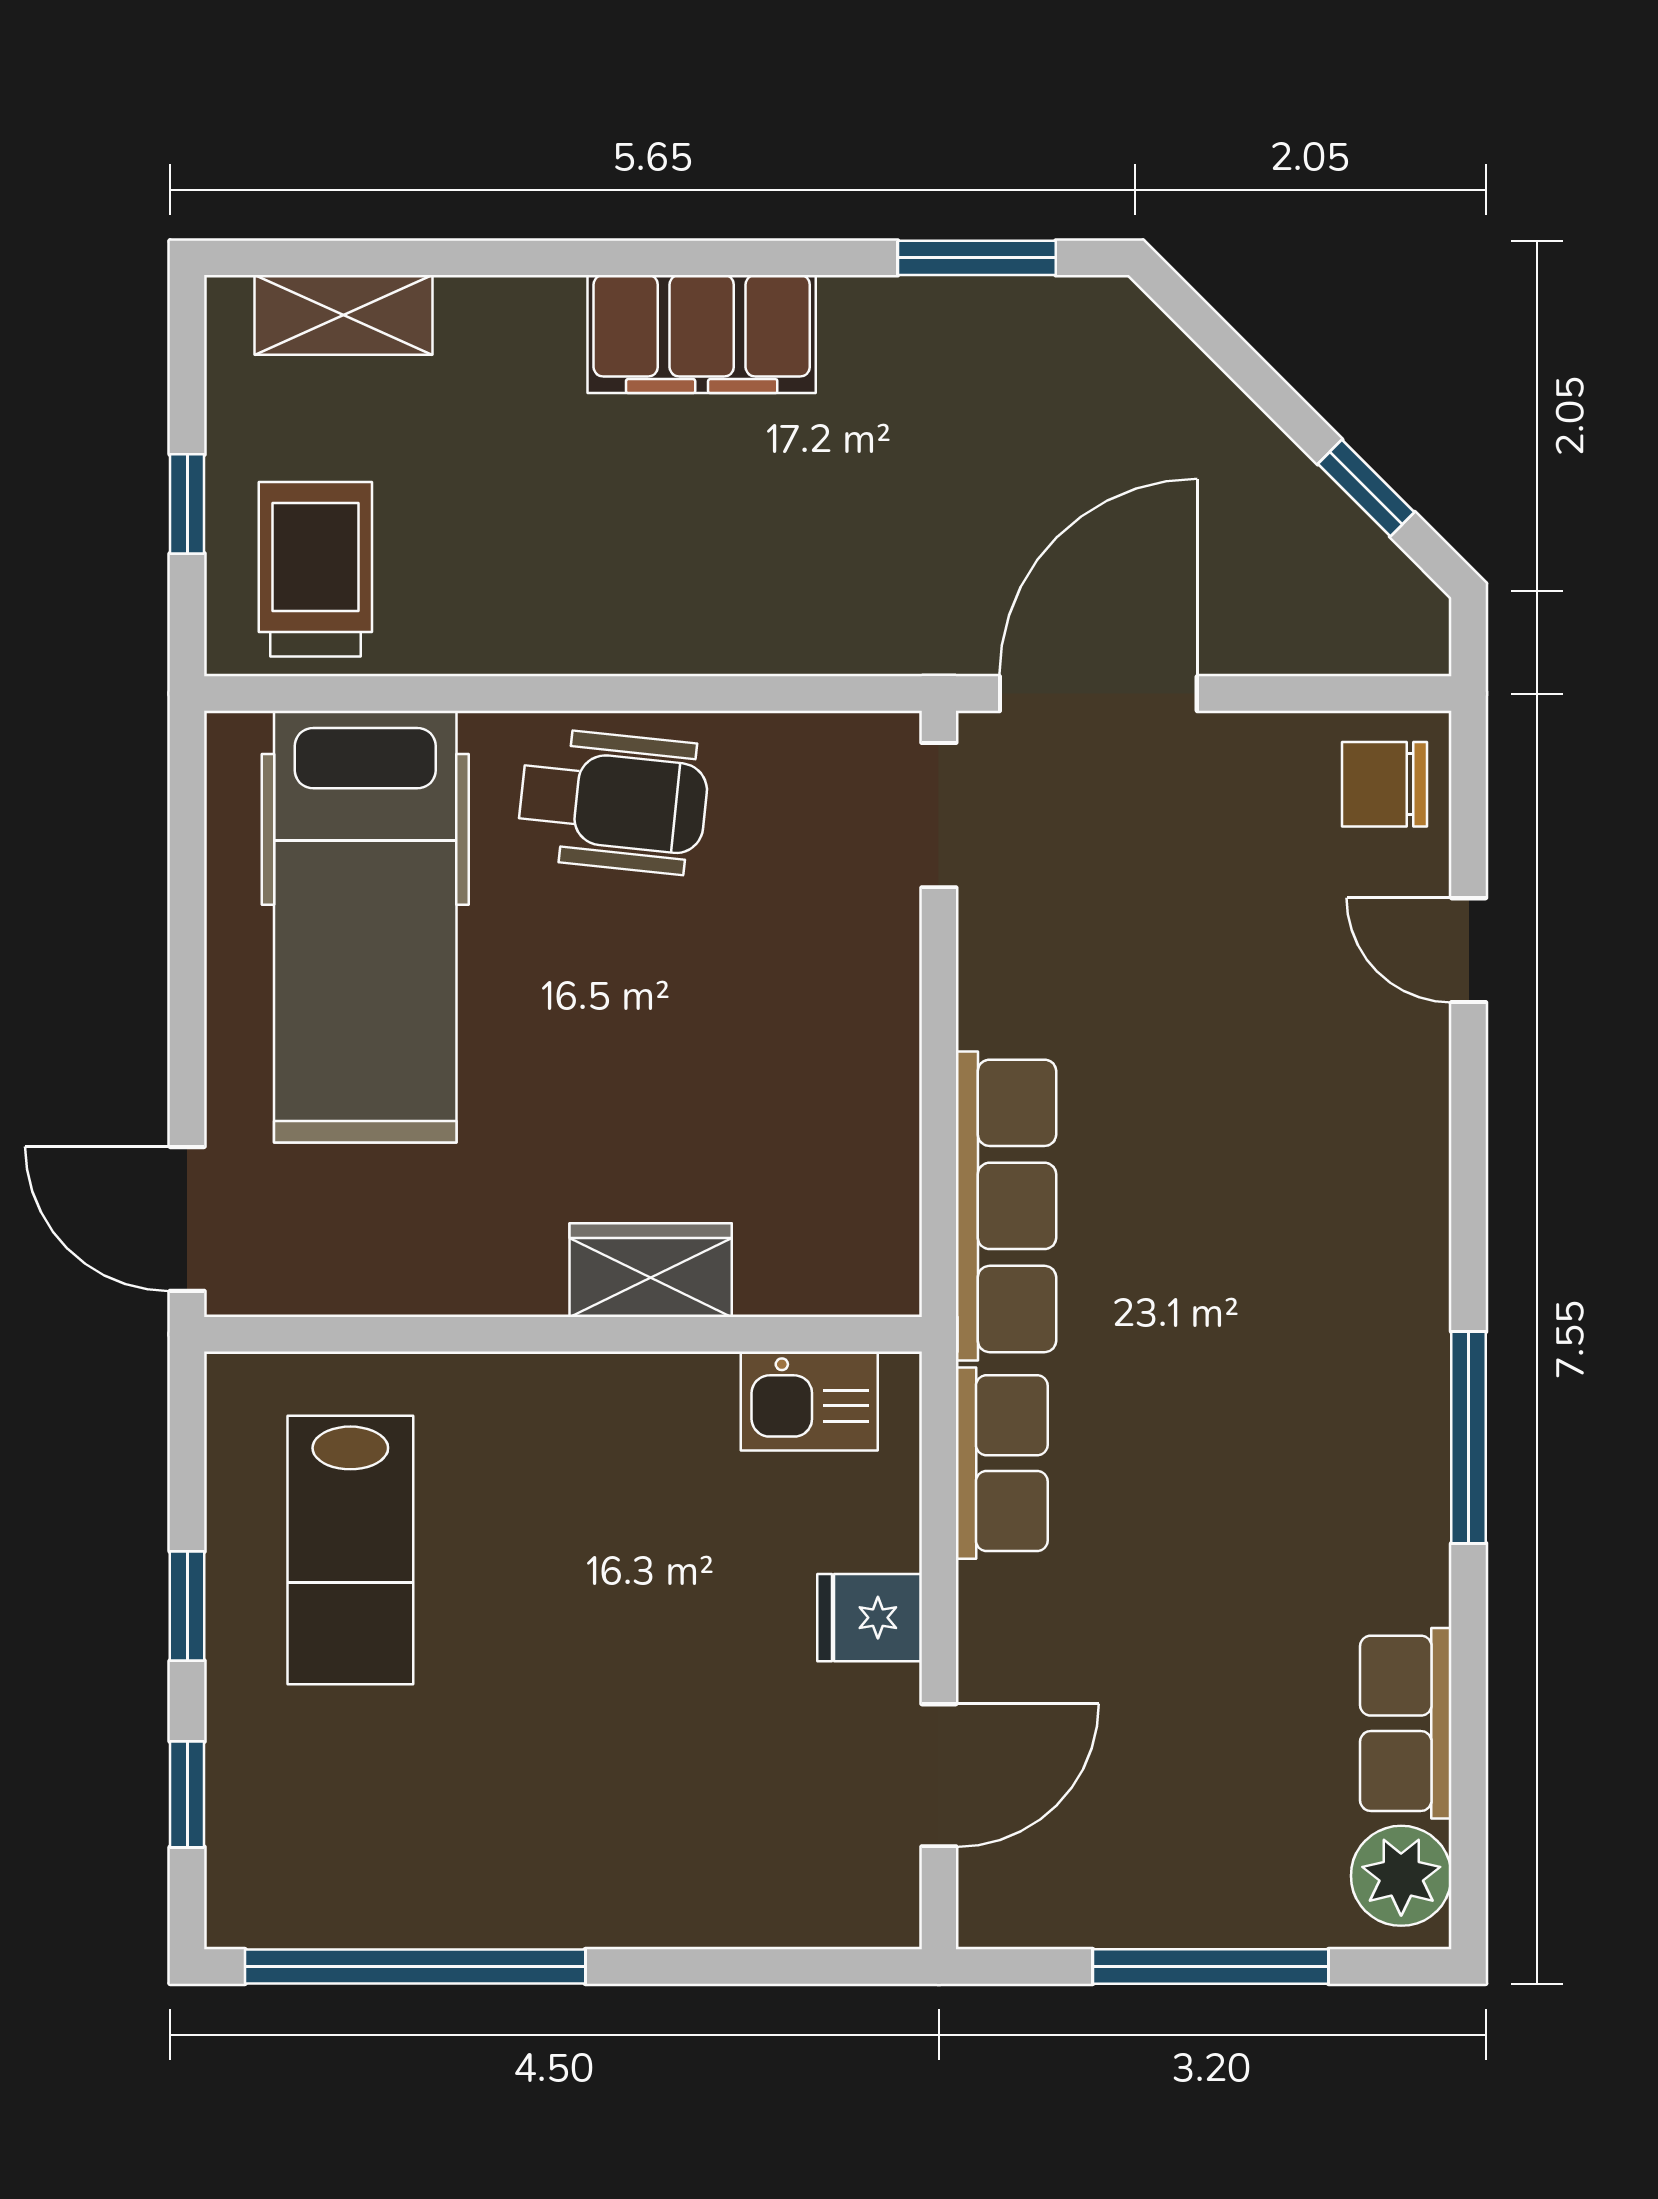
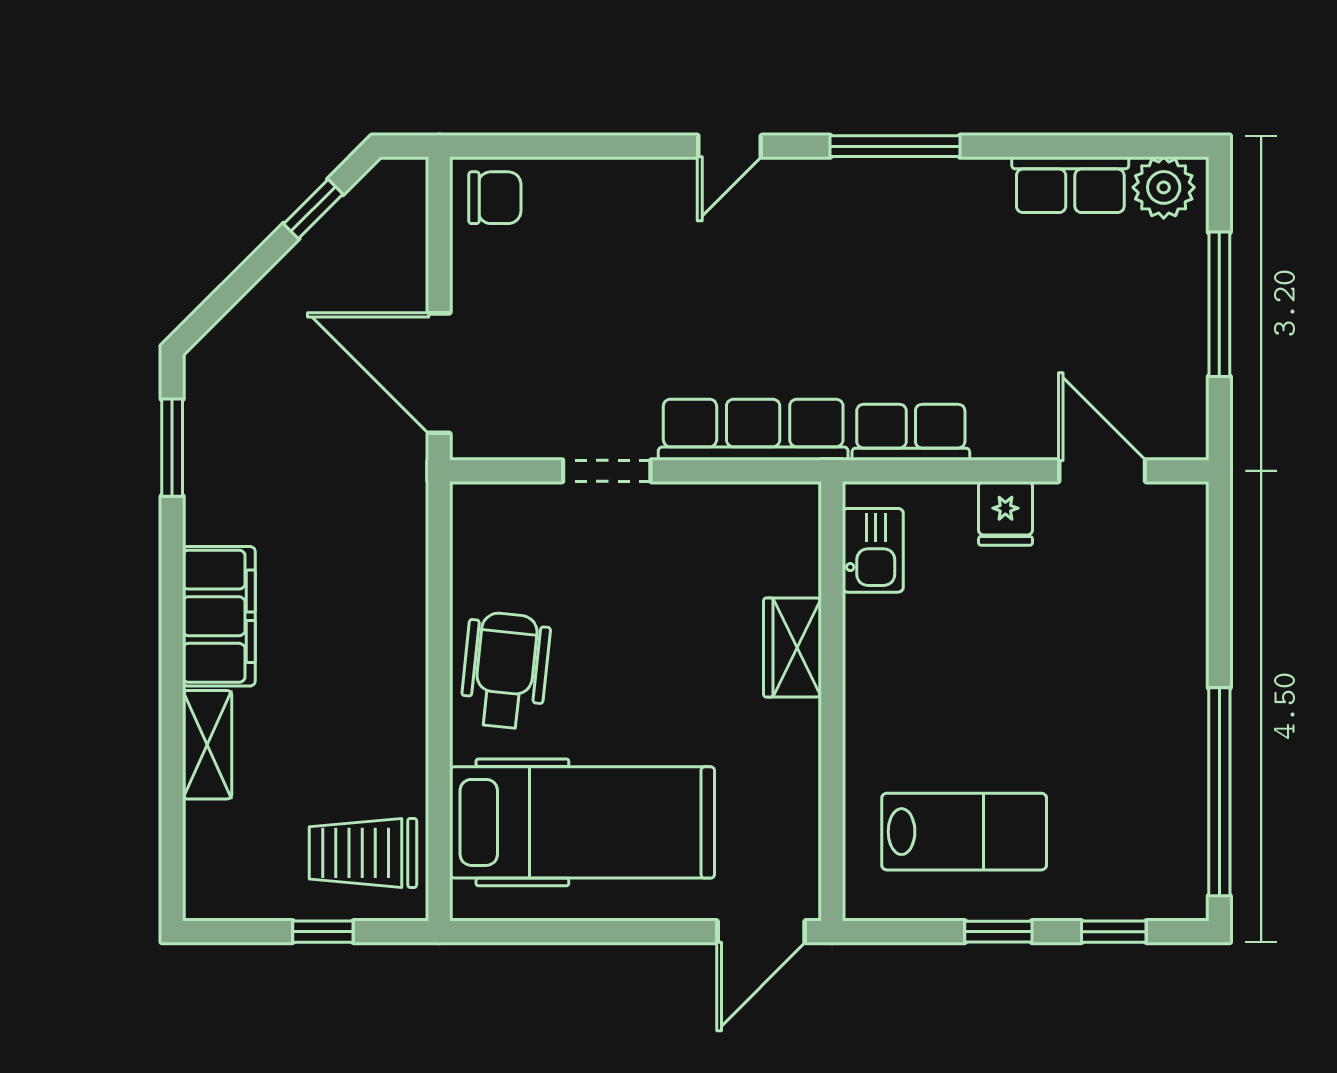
shelving: (343, 315) -> (207, 745), moved
chair: (1385, 784) -> (495, 198), turned -90
doorway: (939, 815) -> (607, 471), moved
door: (1469, 950) -> (730, 146), moved

